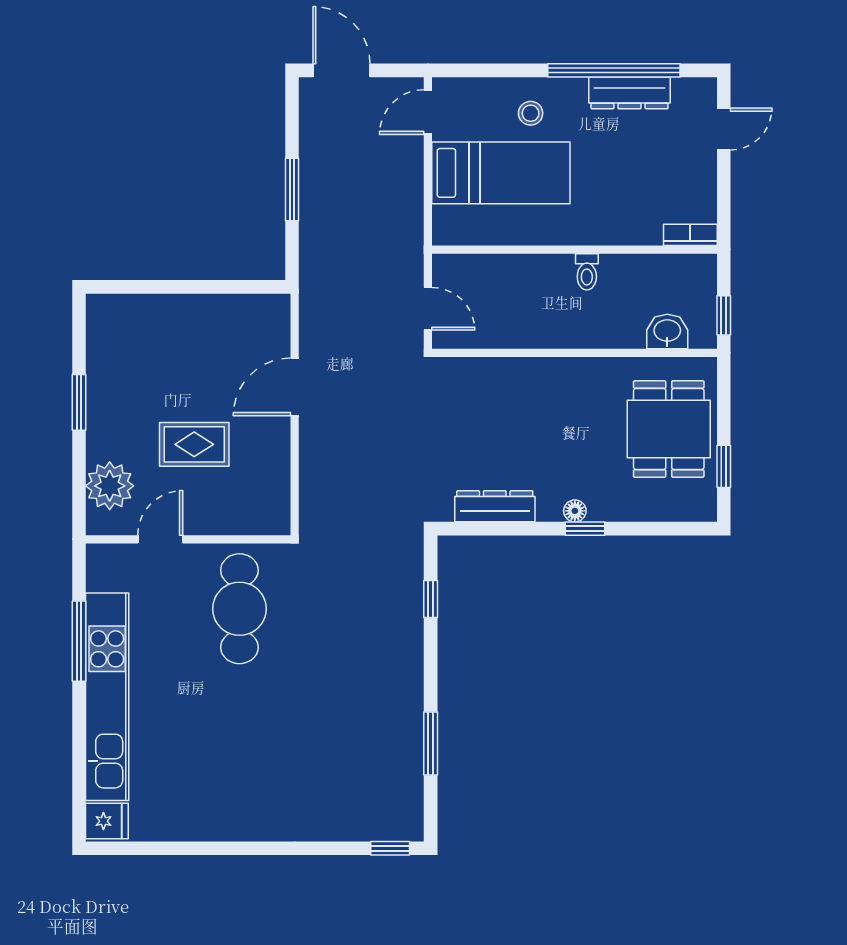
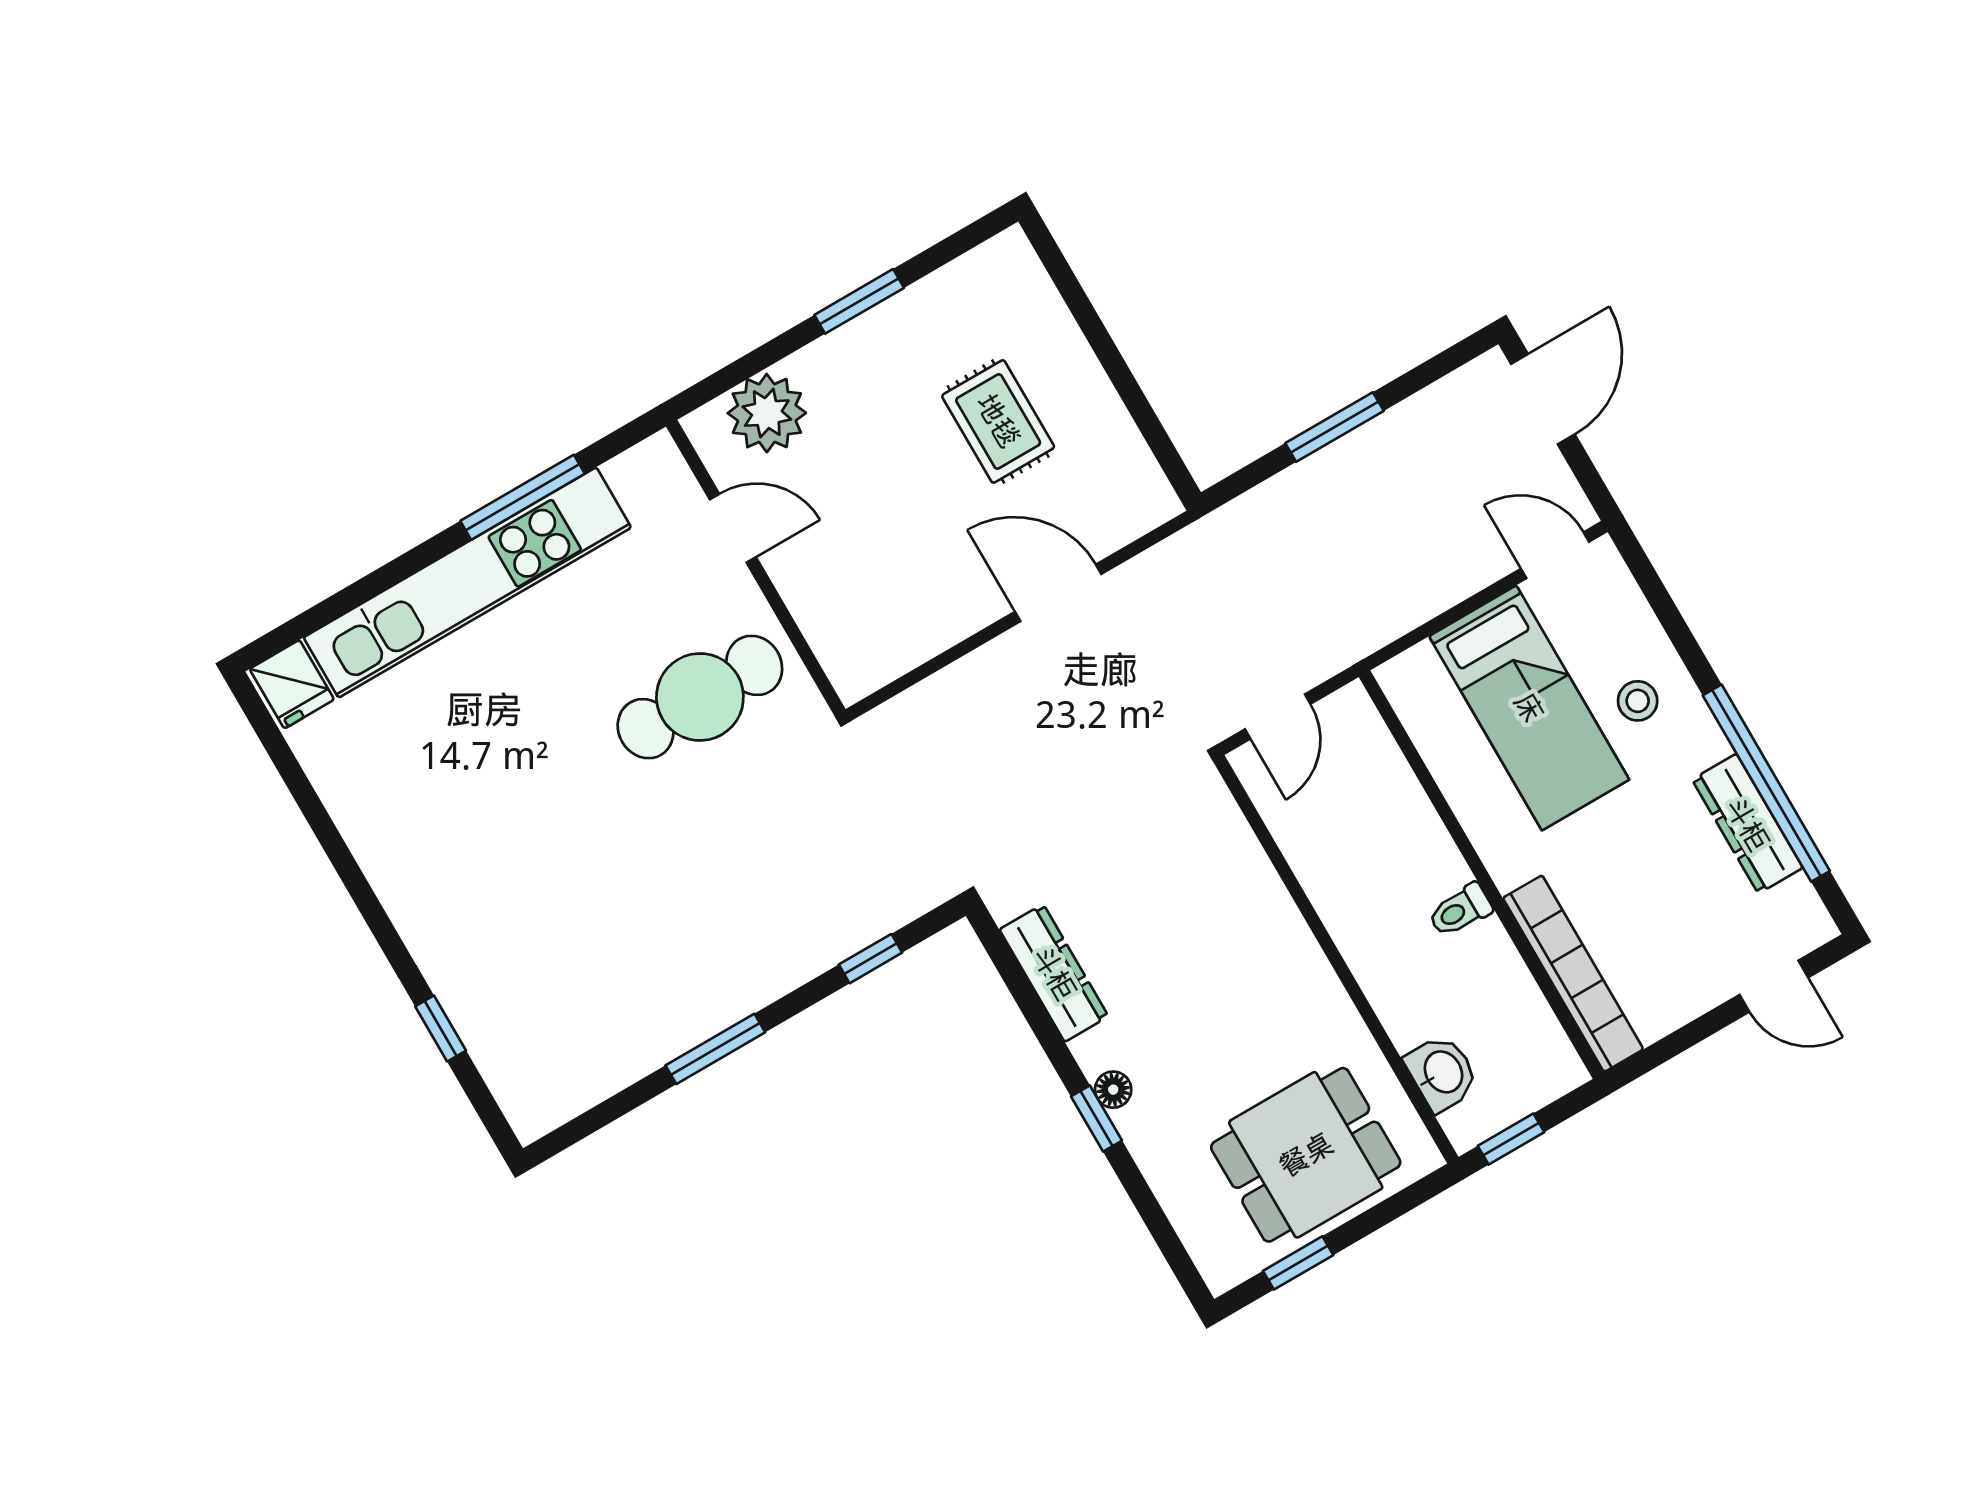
bookcase: (690, 235) -> (1573, 974), width x2.31, depth x1.31
rug: (194, 444) -> (998, 421), moved
window: (431, 743) -> (715, 1049), moved
window: (390, 848) -> (441, 1029), moved

